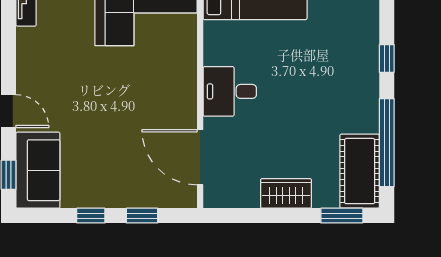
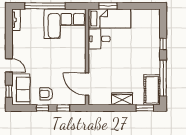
desk: (230, 91) -> (99, 39), moved
armchair: (100, 181) -> (46, 94), added

